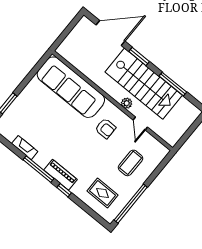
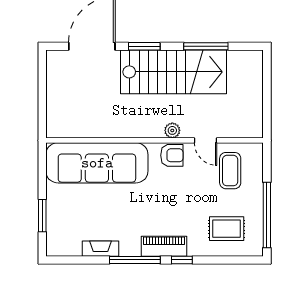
sofa: (71, 87) -> (97, 163), moved
wall: (112, 101) -> (155, 140), moved
plant: (127, 103) -> (172, 130), moved
door: (140, 123) -> (206, 140), moved

